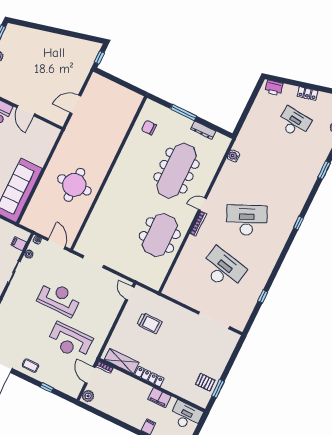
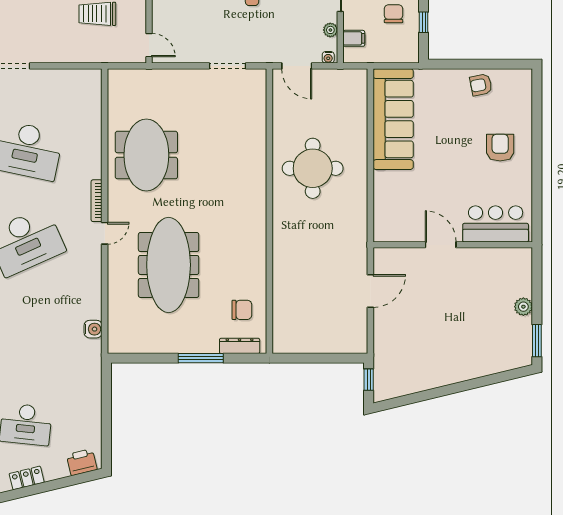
dresser: (203, 130) -> (240, 346), moved

